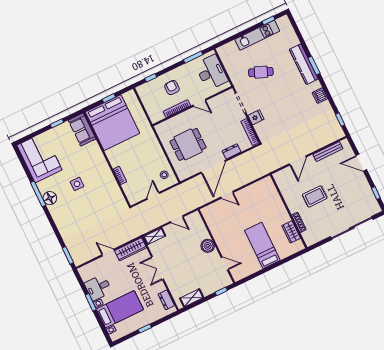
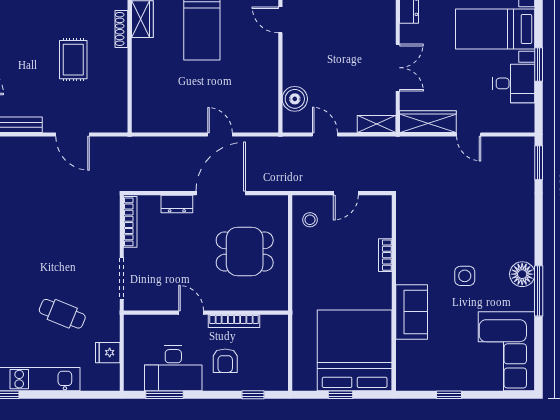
desk: (211, 72) -> (173, 368), moved, turned -90
fridge: (256, 117) -> (108, 353), moved
sofa: (82, 130) -> (412, 312), moved
door: (298, 160) -> (72, 134), swing flipped
rug: (315, 196) -> (73, 60), turned 90
boiler: (208, 246) -> (295, 99), moved

